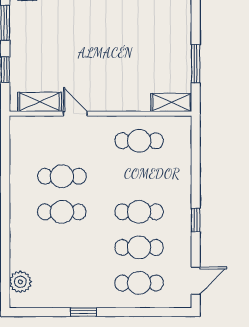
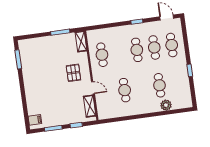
pallet: (111, 79) -> (73, 73), added
door: (75, 114) -> (93, 88), swing flipped
cafe table: (62, 212) -> (159, 85), moved
plant: (20, 282) -> (166, 105), moved

